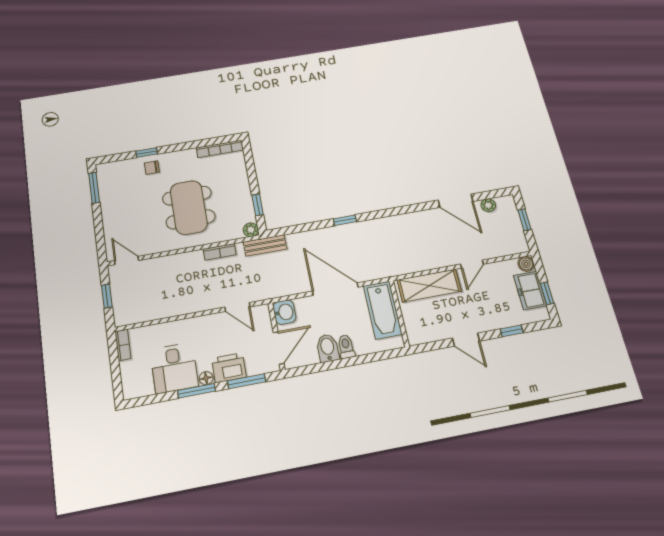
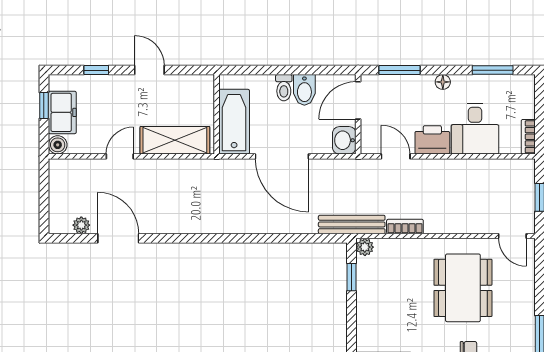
dining table: (189, 207) -> (463, 288), moved
window: (345, 220) -> (253, 238), removed
window: (524, 220) -> (44, 199), removed
bench: (265, 245) -> (352, 224), width x1.36
desk: (174, 368) -> (475, 129), moved, turned 180
printer: (229, 368) -> (432, 140), moved, turned 180
window: (196, 391) -> (493, 70), moved

